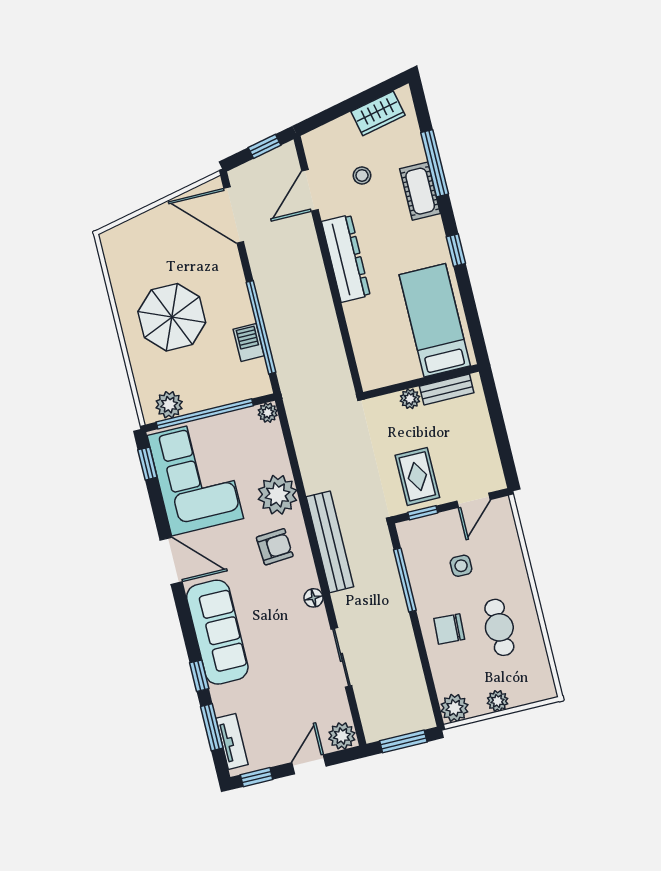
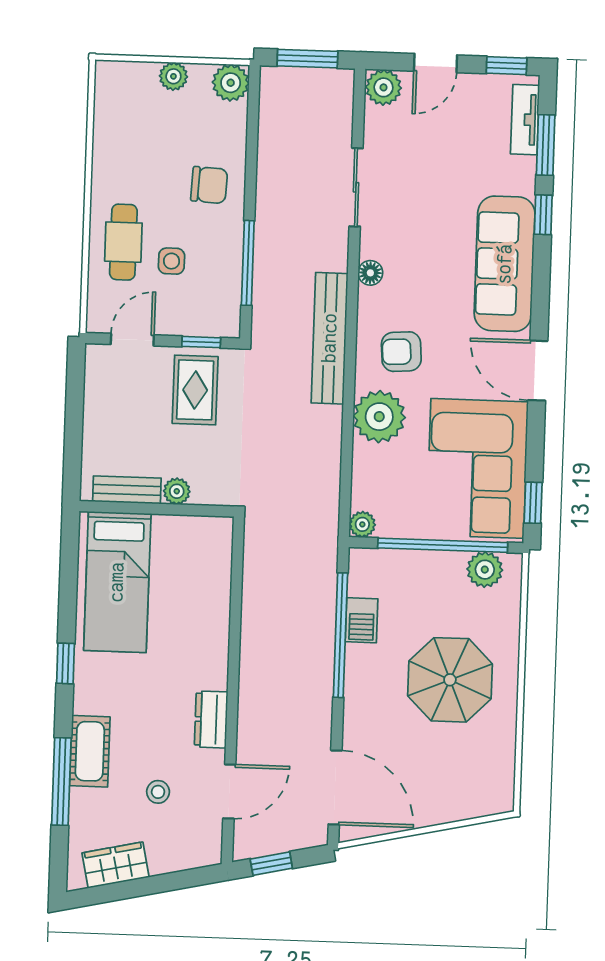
dresser: (346, 258) -> (211, 719), width x0.51, depth x0.80
cafe table: (499, 627) -> (123, 242), moved

